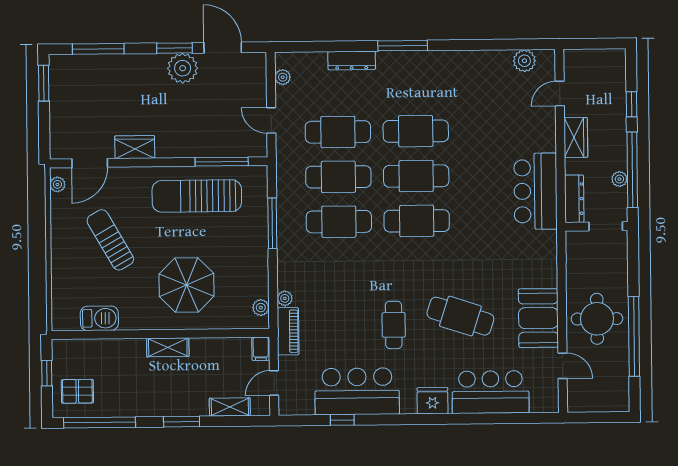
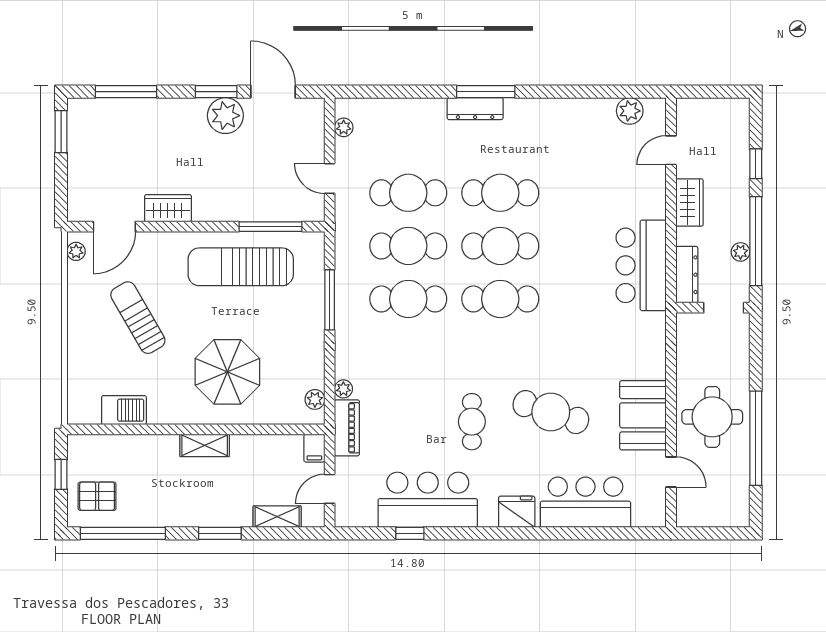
dresser: (352, 61) -> (475, 109), moved

